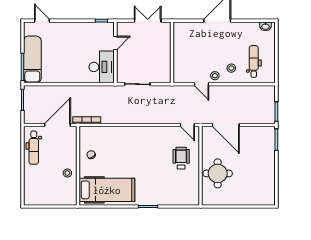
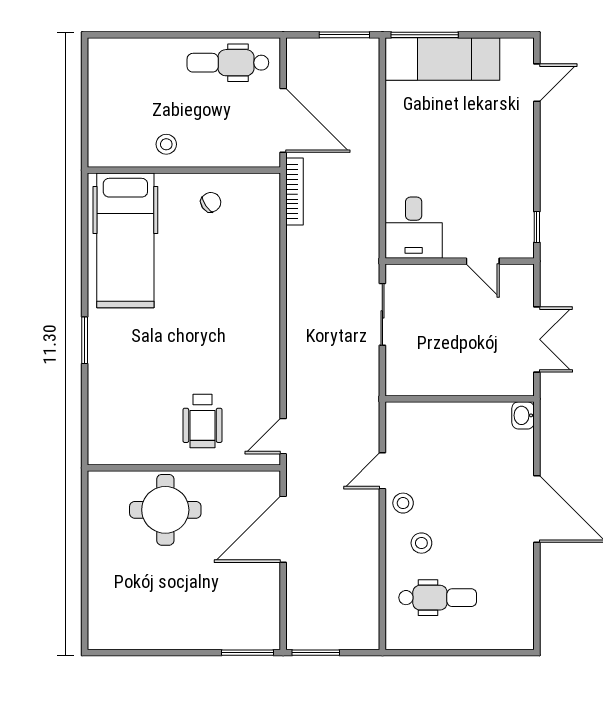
washbasin: (266, 26) -> (523, 415), moved
desk: (102, 67) -> (414, 228), width x0.73
wheelchair: (181, 158) -> (202, 421), turned 90

